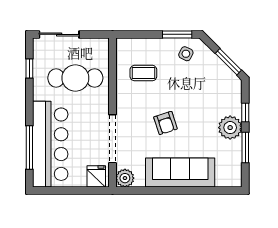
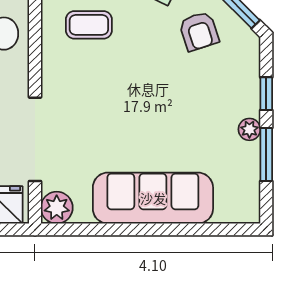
armchair: (165, 123) -> (199, 31), moved
plant: (230, 128) -> (249, 129), width x0.53, depth x0.53

